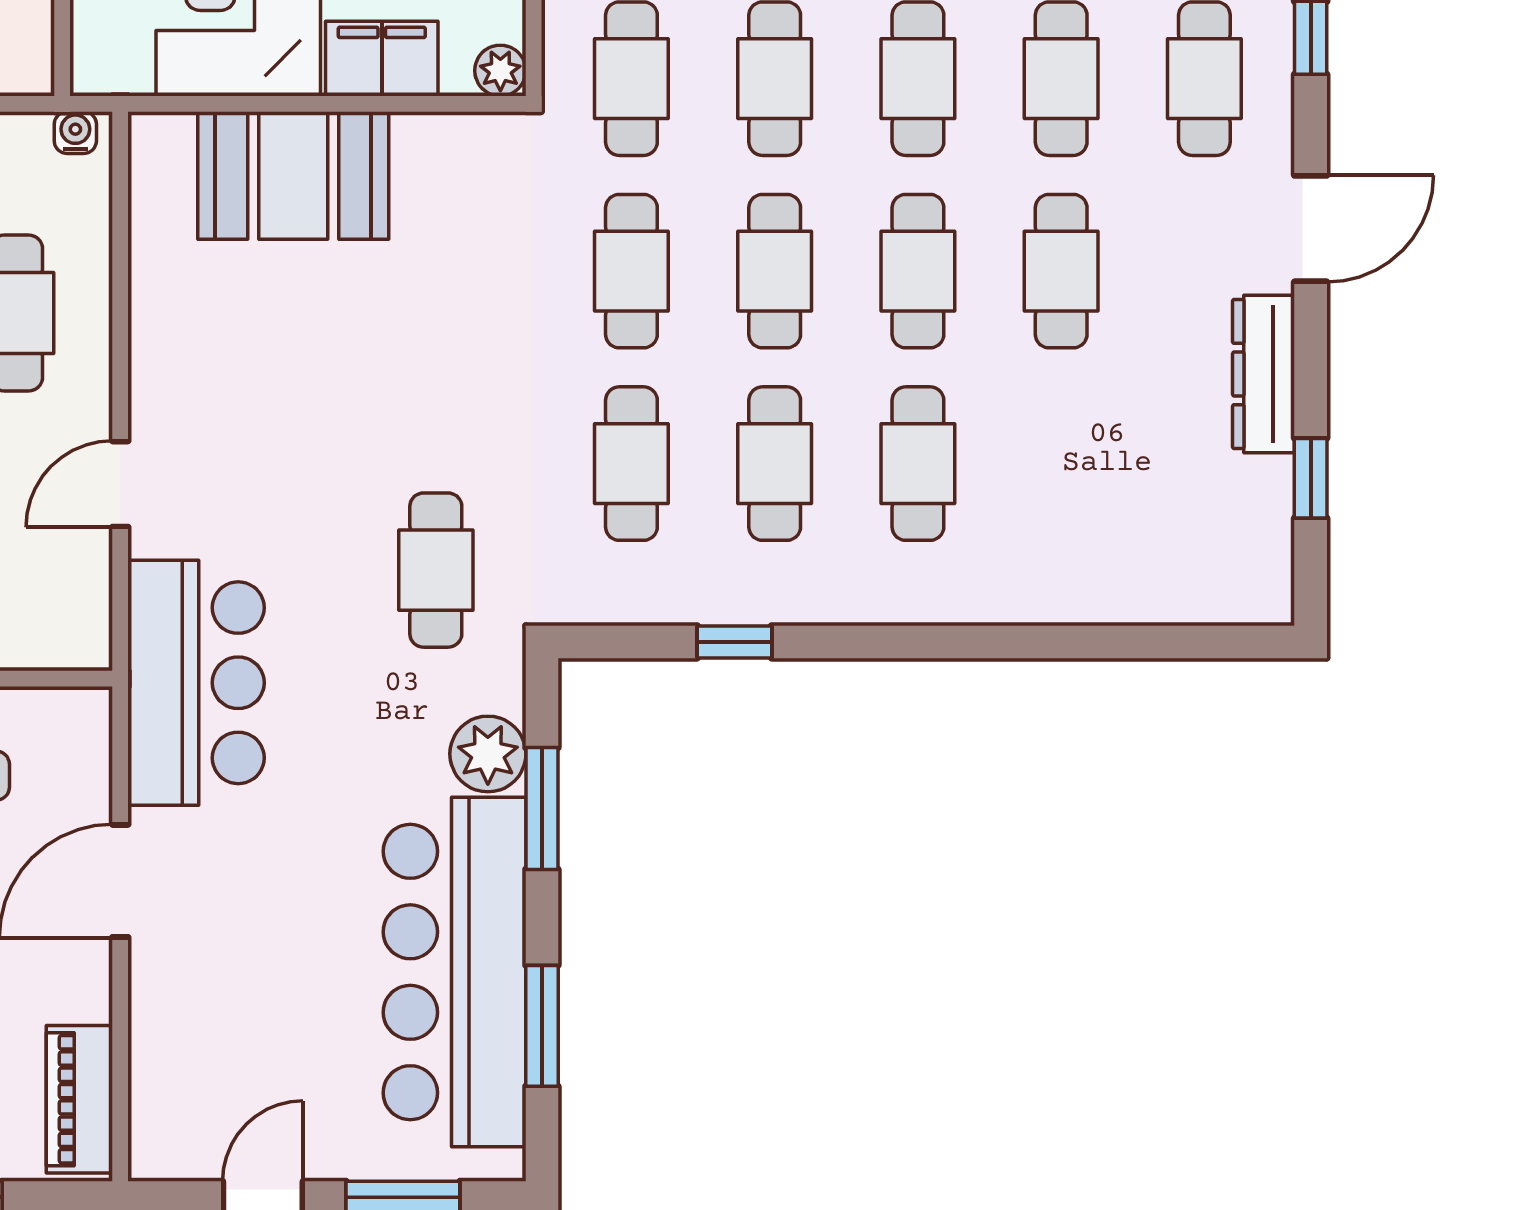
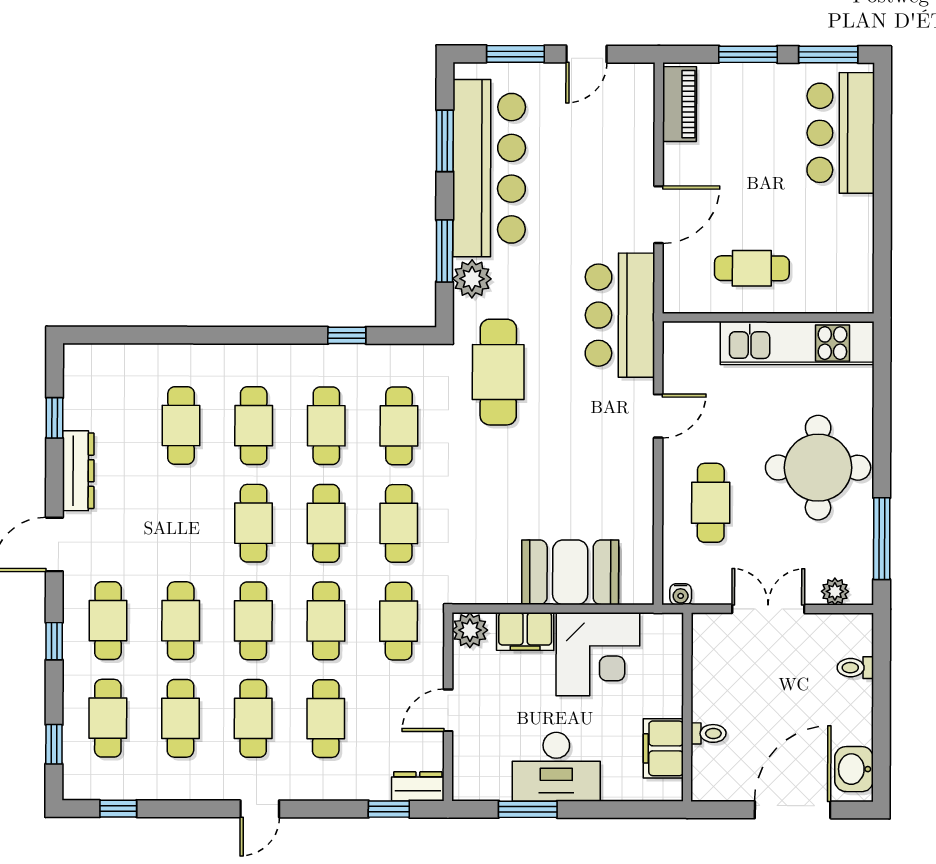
plant: (500, 71) -> (470, 630), width x1.38, depth x1.38
cafe table: (1061, 271) -> (181, 425), moved
cafe table: (436, 570) -> (498, 372), width x1.37, depth x1.35

